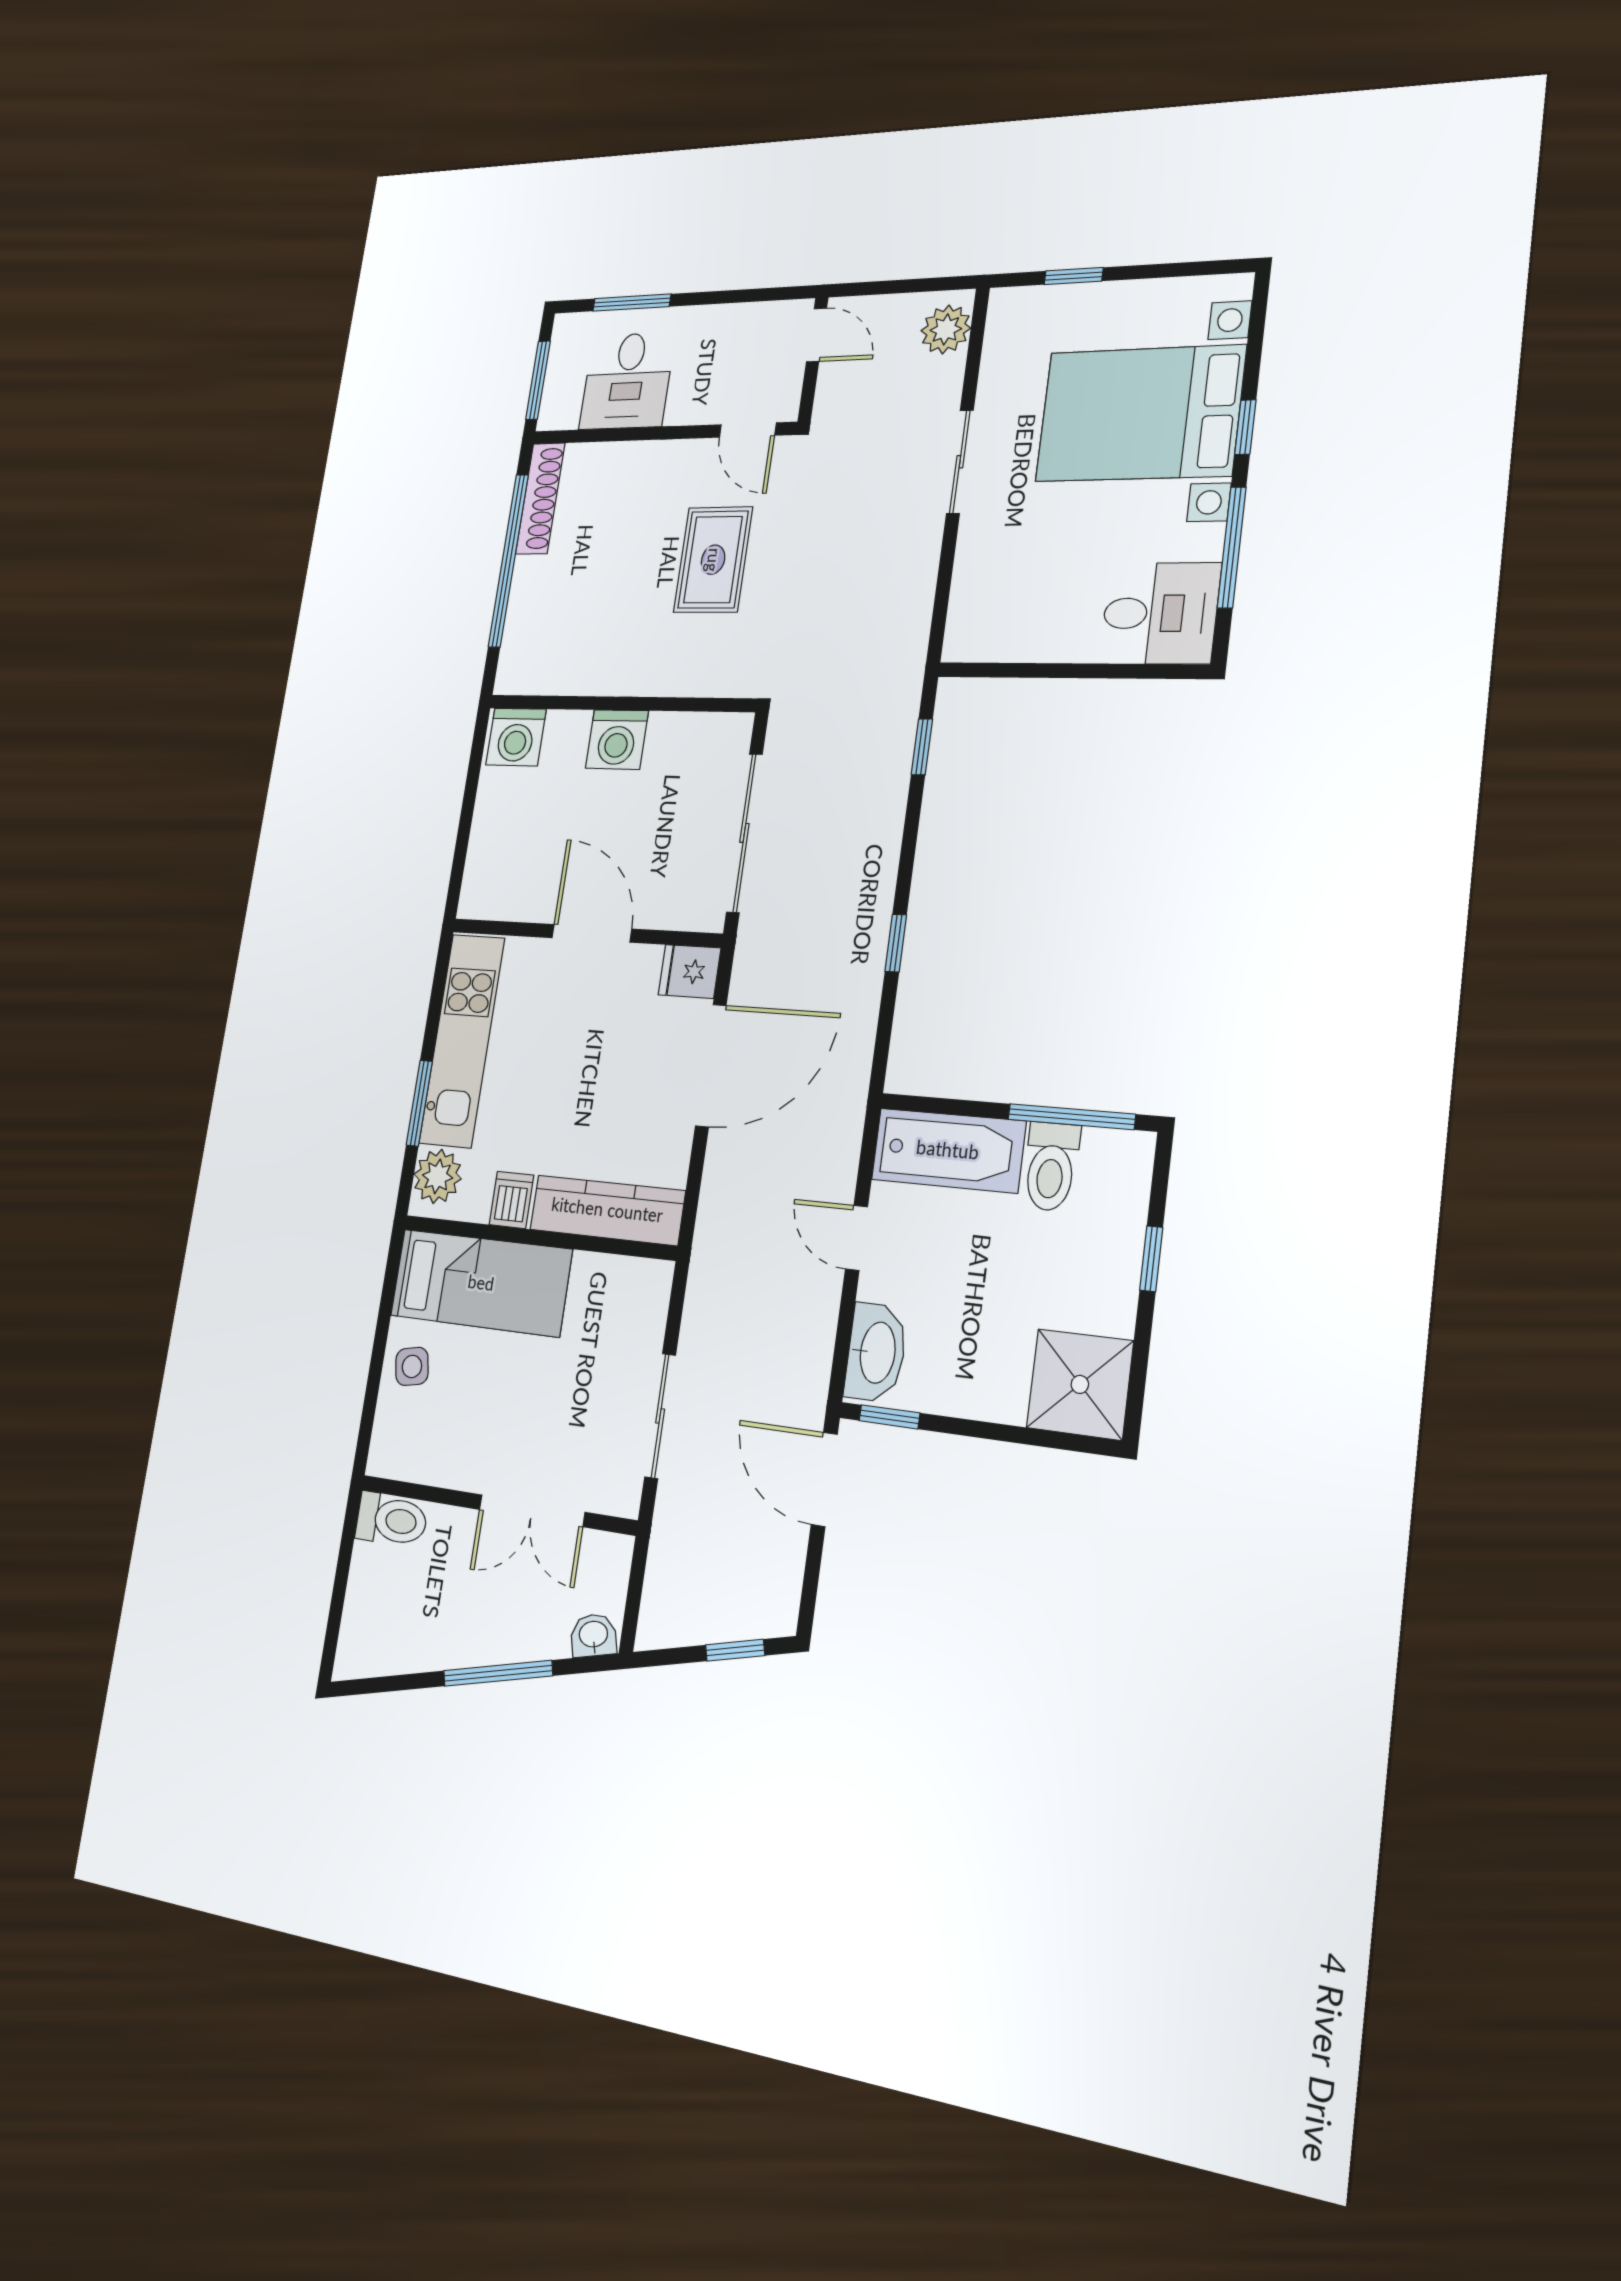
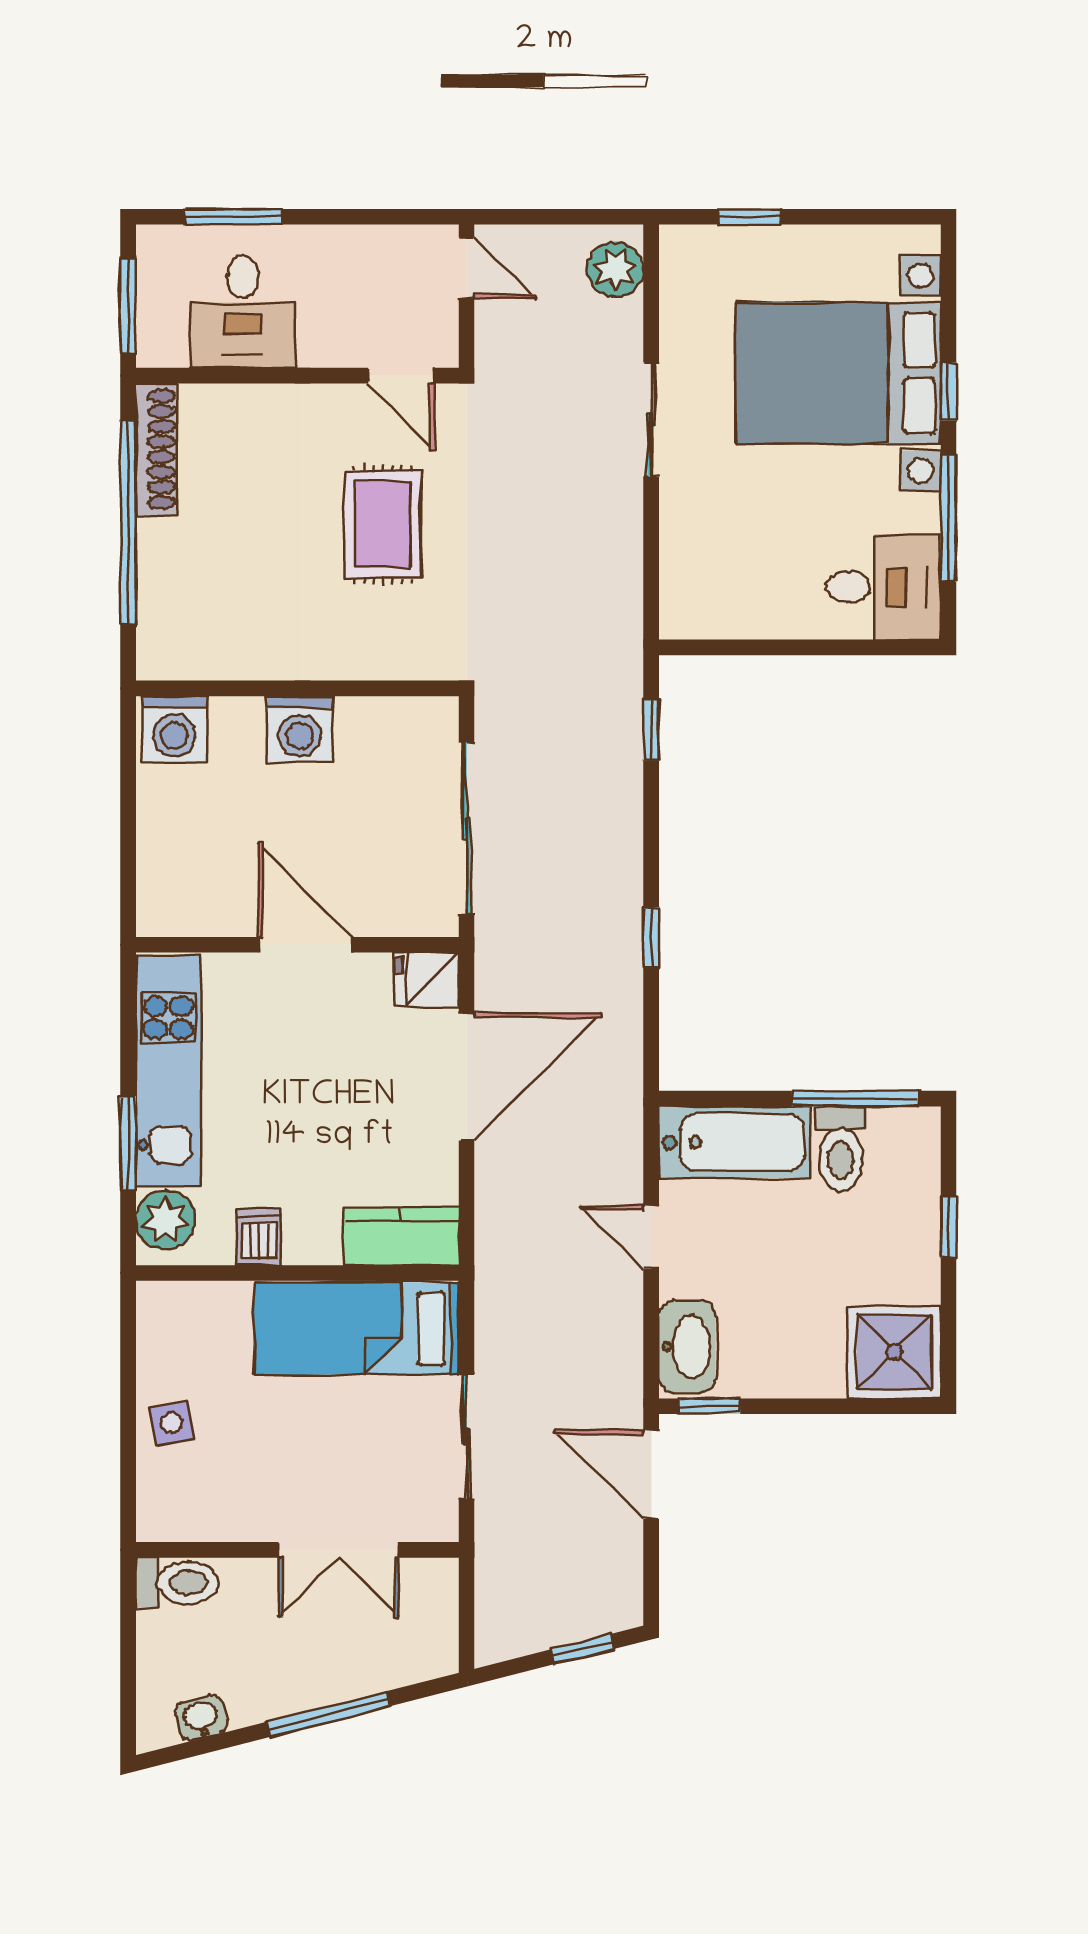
kitchen counter: (607, 1210) -> (402, 1237), width x0.67
bed: (481, 1283) -> (357, 1328), moved, turned 180
washbasin: (593, 1635) -> (201, 1718), moved

